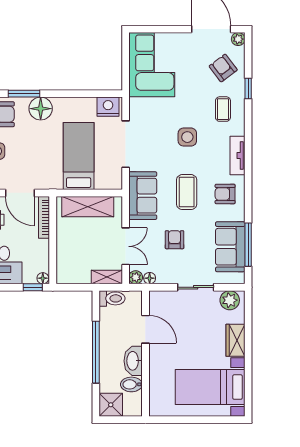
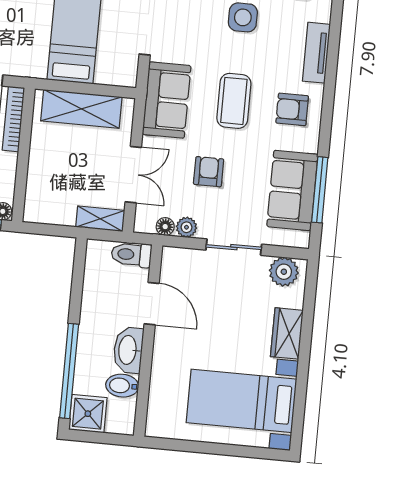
plant: (136, 277) -> (186, 227), moved
toilet: (112, 298) -> (131, 255), moved, turned 180
window: (96, 352) -> (69, 371), moved

